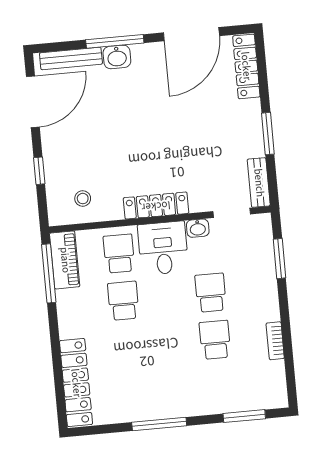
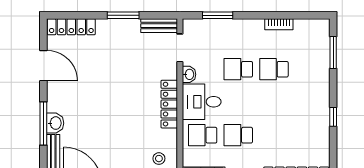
door: (191, 34) -> (43, 66), width x0.73
window: (159, 424) -> (333, 117), width x0.46

